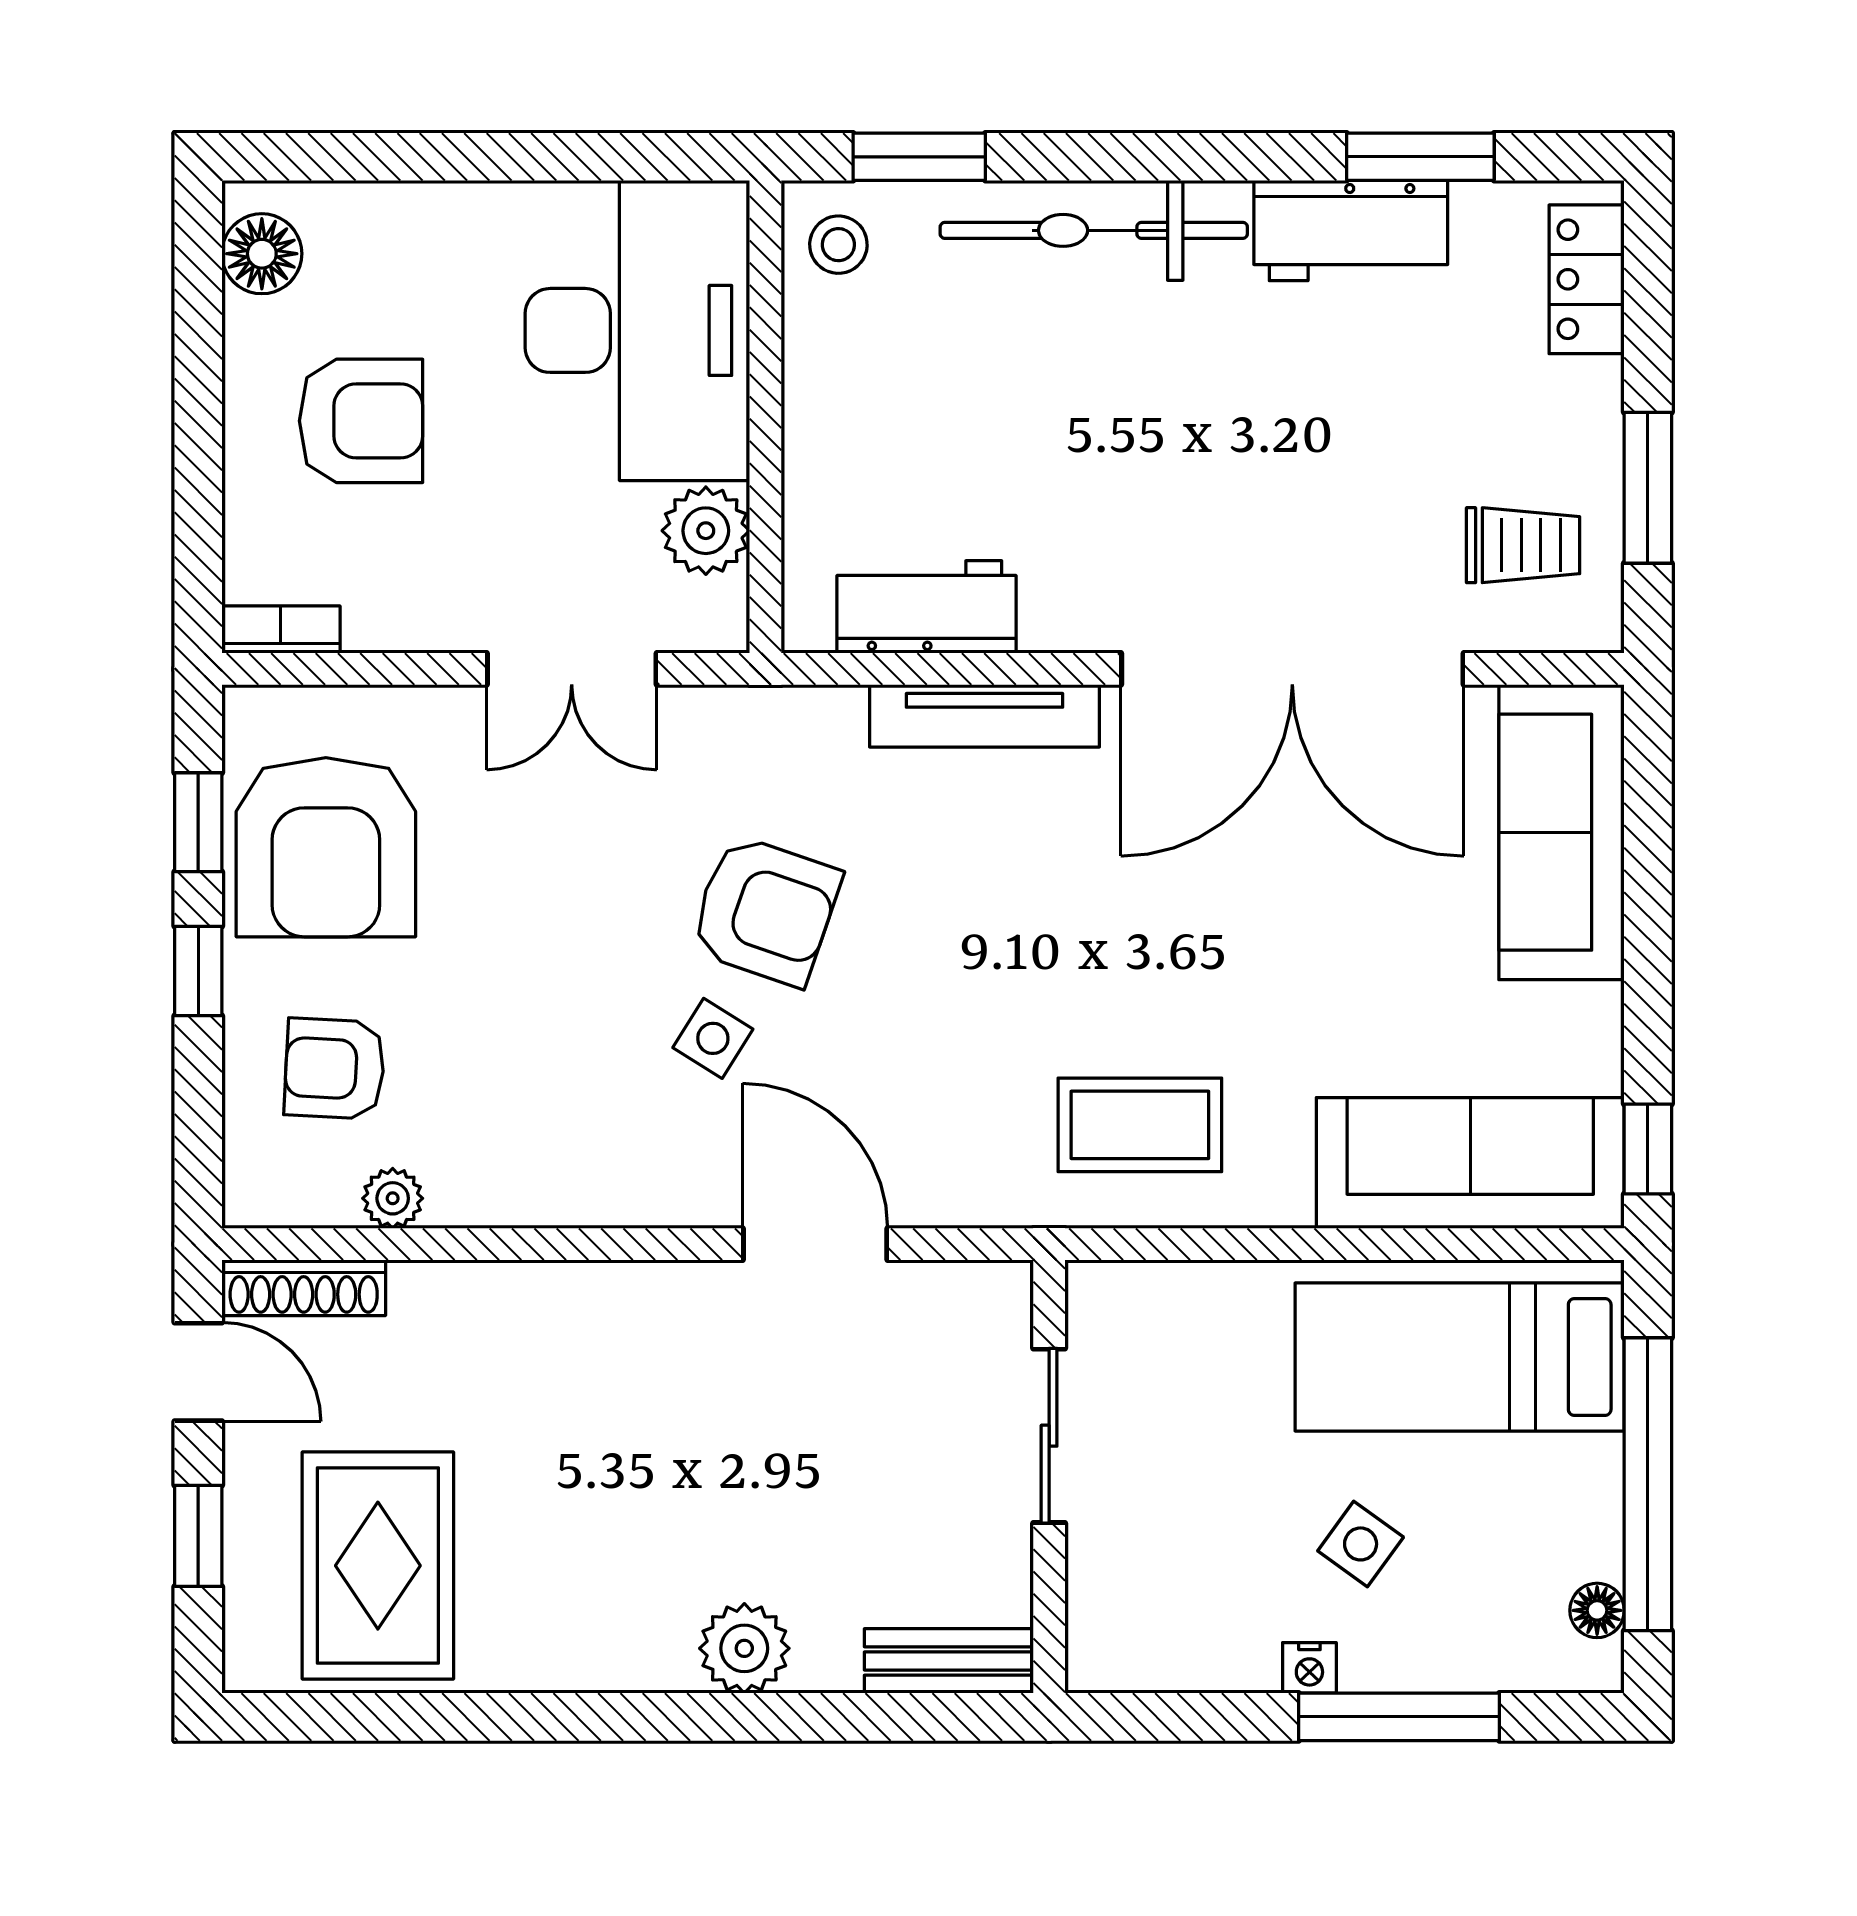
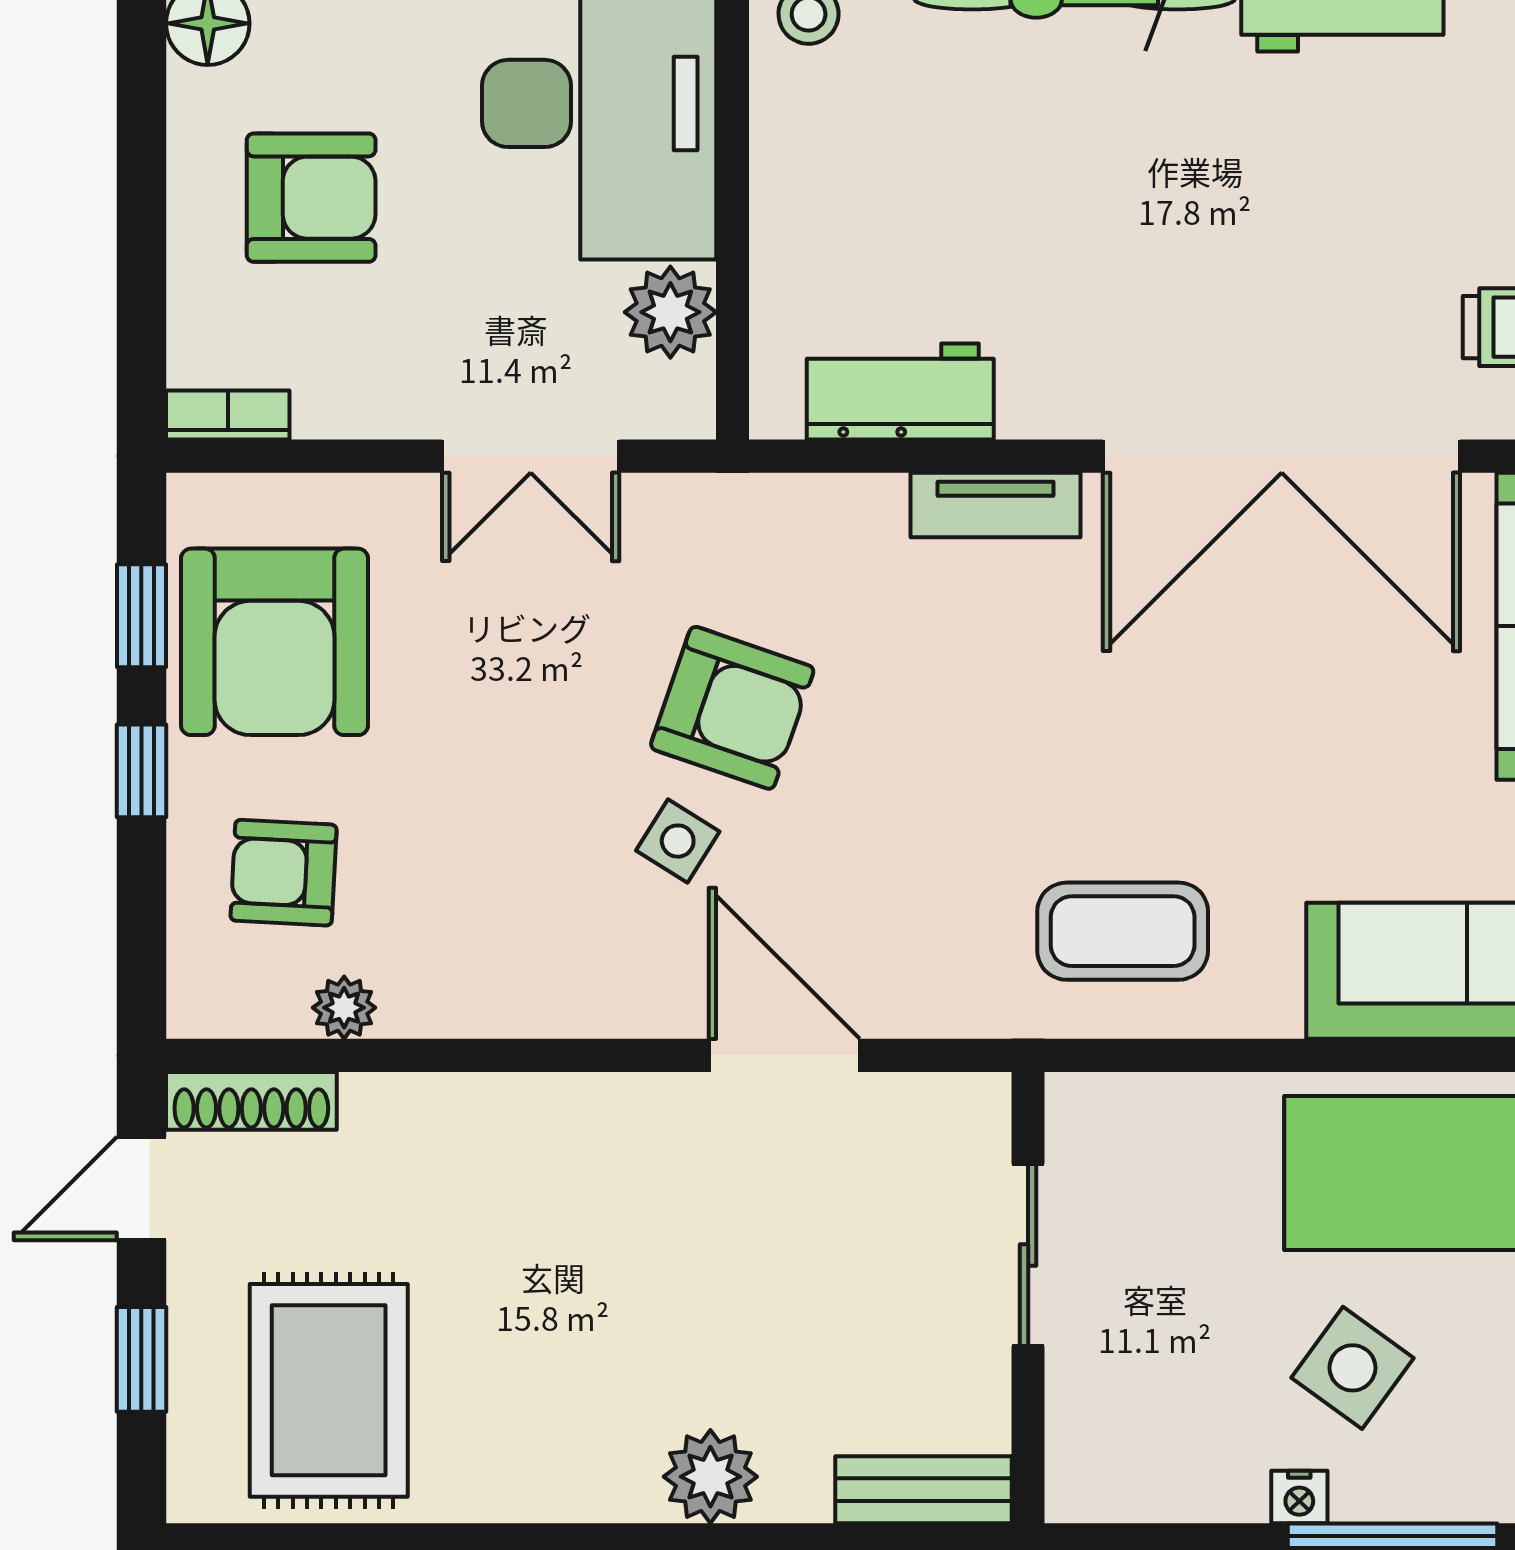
tv unit: (984, 716) -> (995, 505), width x0.71
door: (198, 1372) -> (141, 1188), swing flipped
side table: (1361, 1544) -> (1353, 1368), width x1.37, depth x1.37

